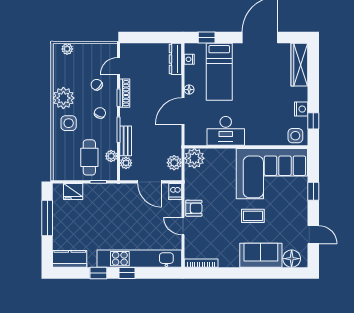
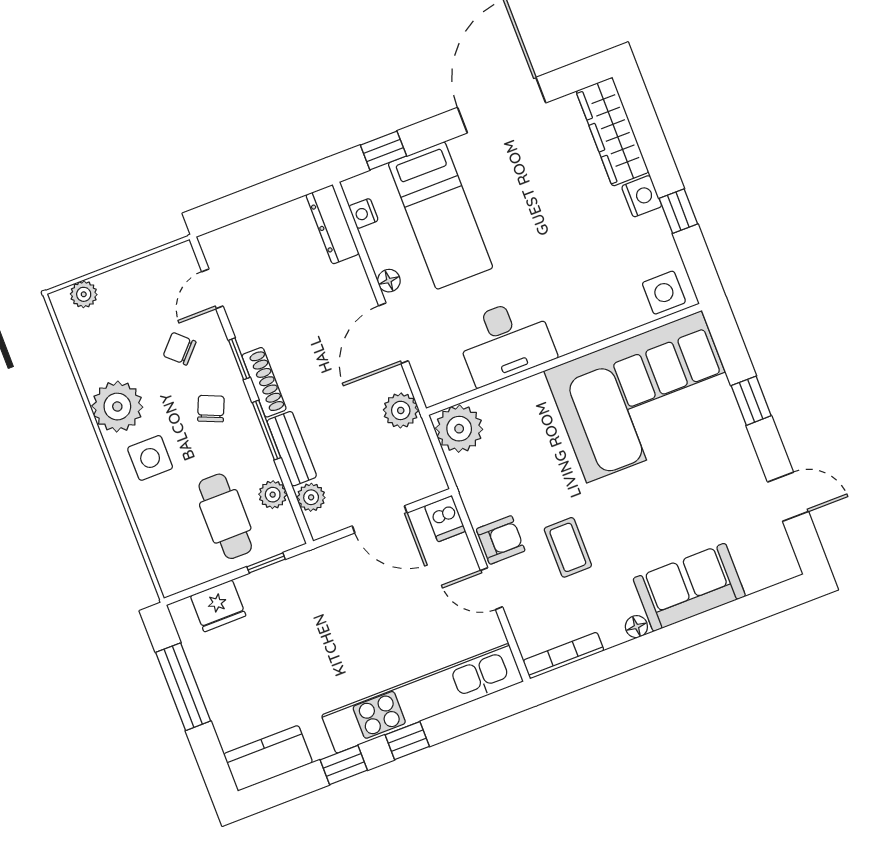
shoe rack: (125, 93) -> (264, 382), moved
nightstand: (301, 109) -> (642, 196), moved
window: (313, 121) -> (678, 211), moved
plant: (174, 163) -> (401, 410), moved
coffee table: (253, 216) -> (568, 547), moved, turned 90
floor lamp: (292, 259) -> (636, 627), moved, width x0.53, depth x0.53

